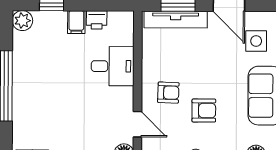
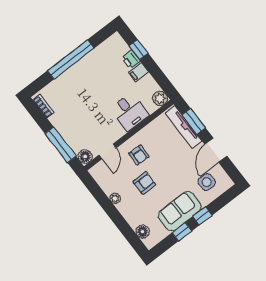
printer: (97, 20) -> (131, 60), moved
plant: (22, 21) -> (160, 98), moved
armchair: (204, 110) -> (144, 183), turned -90

